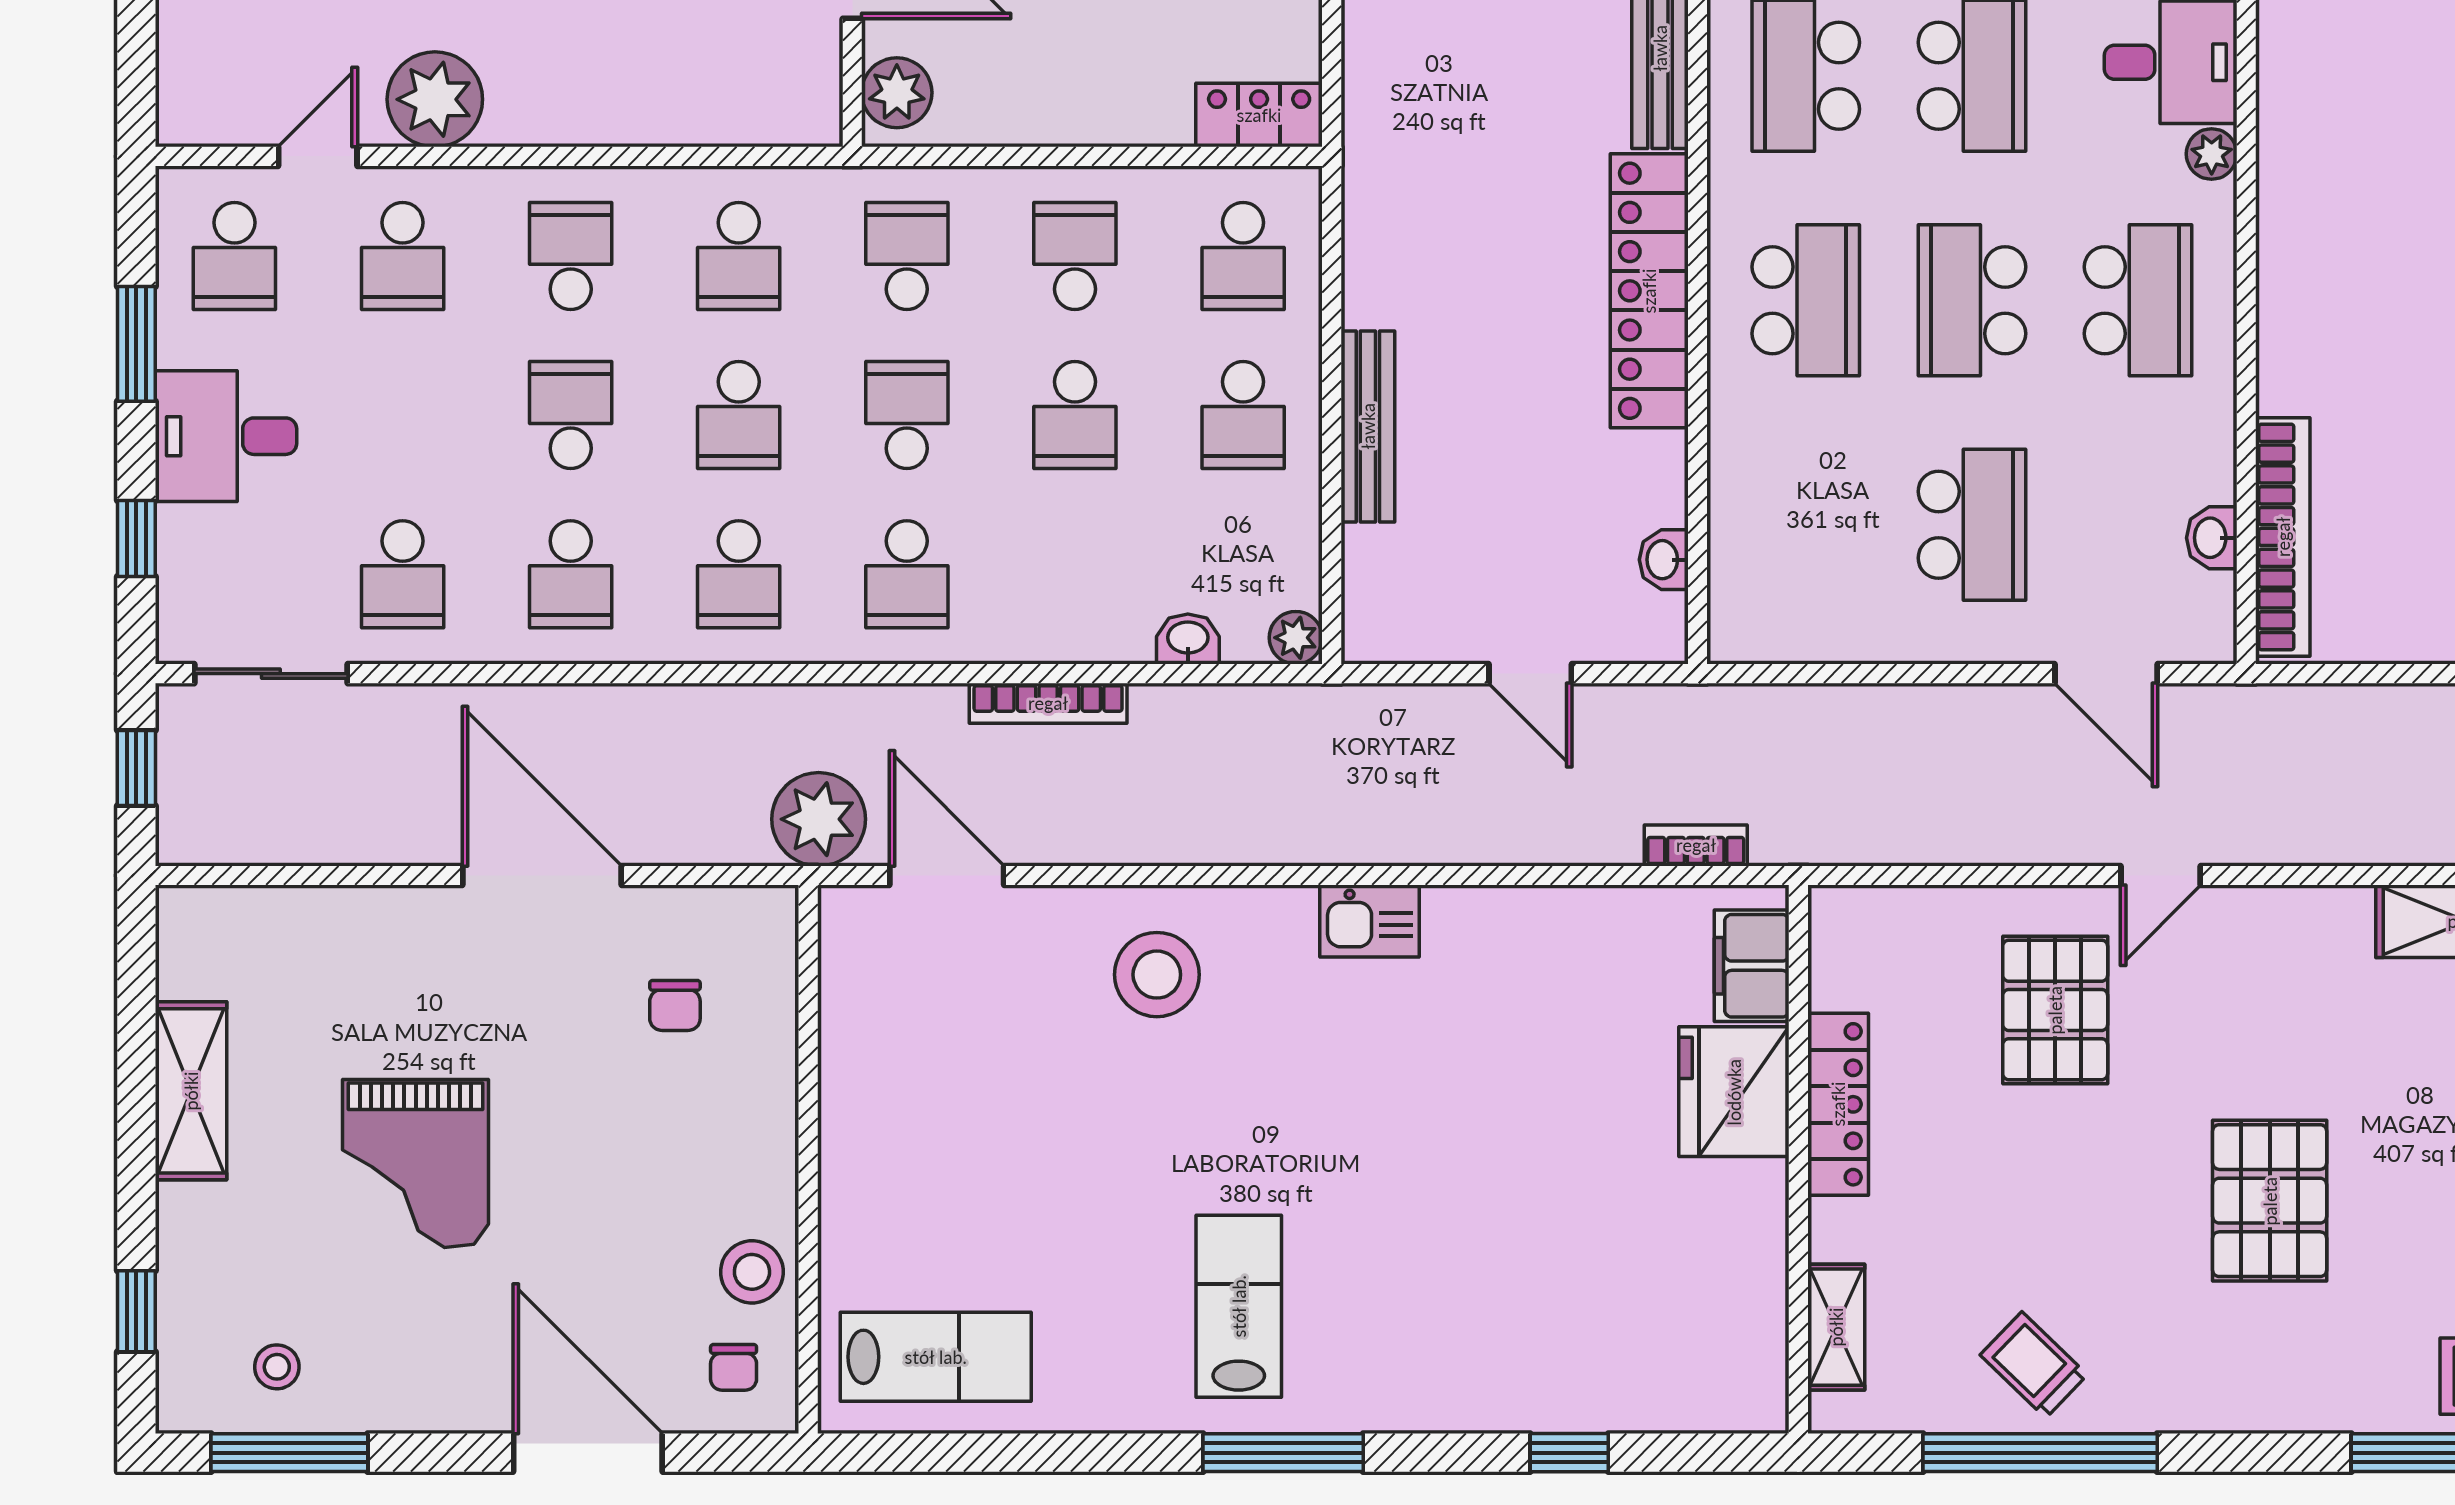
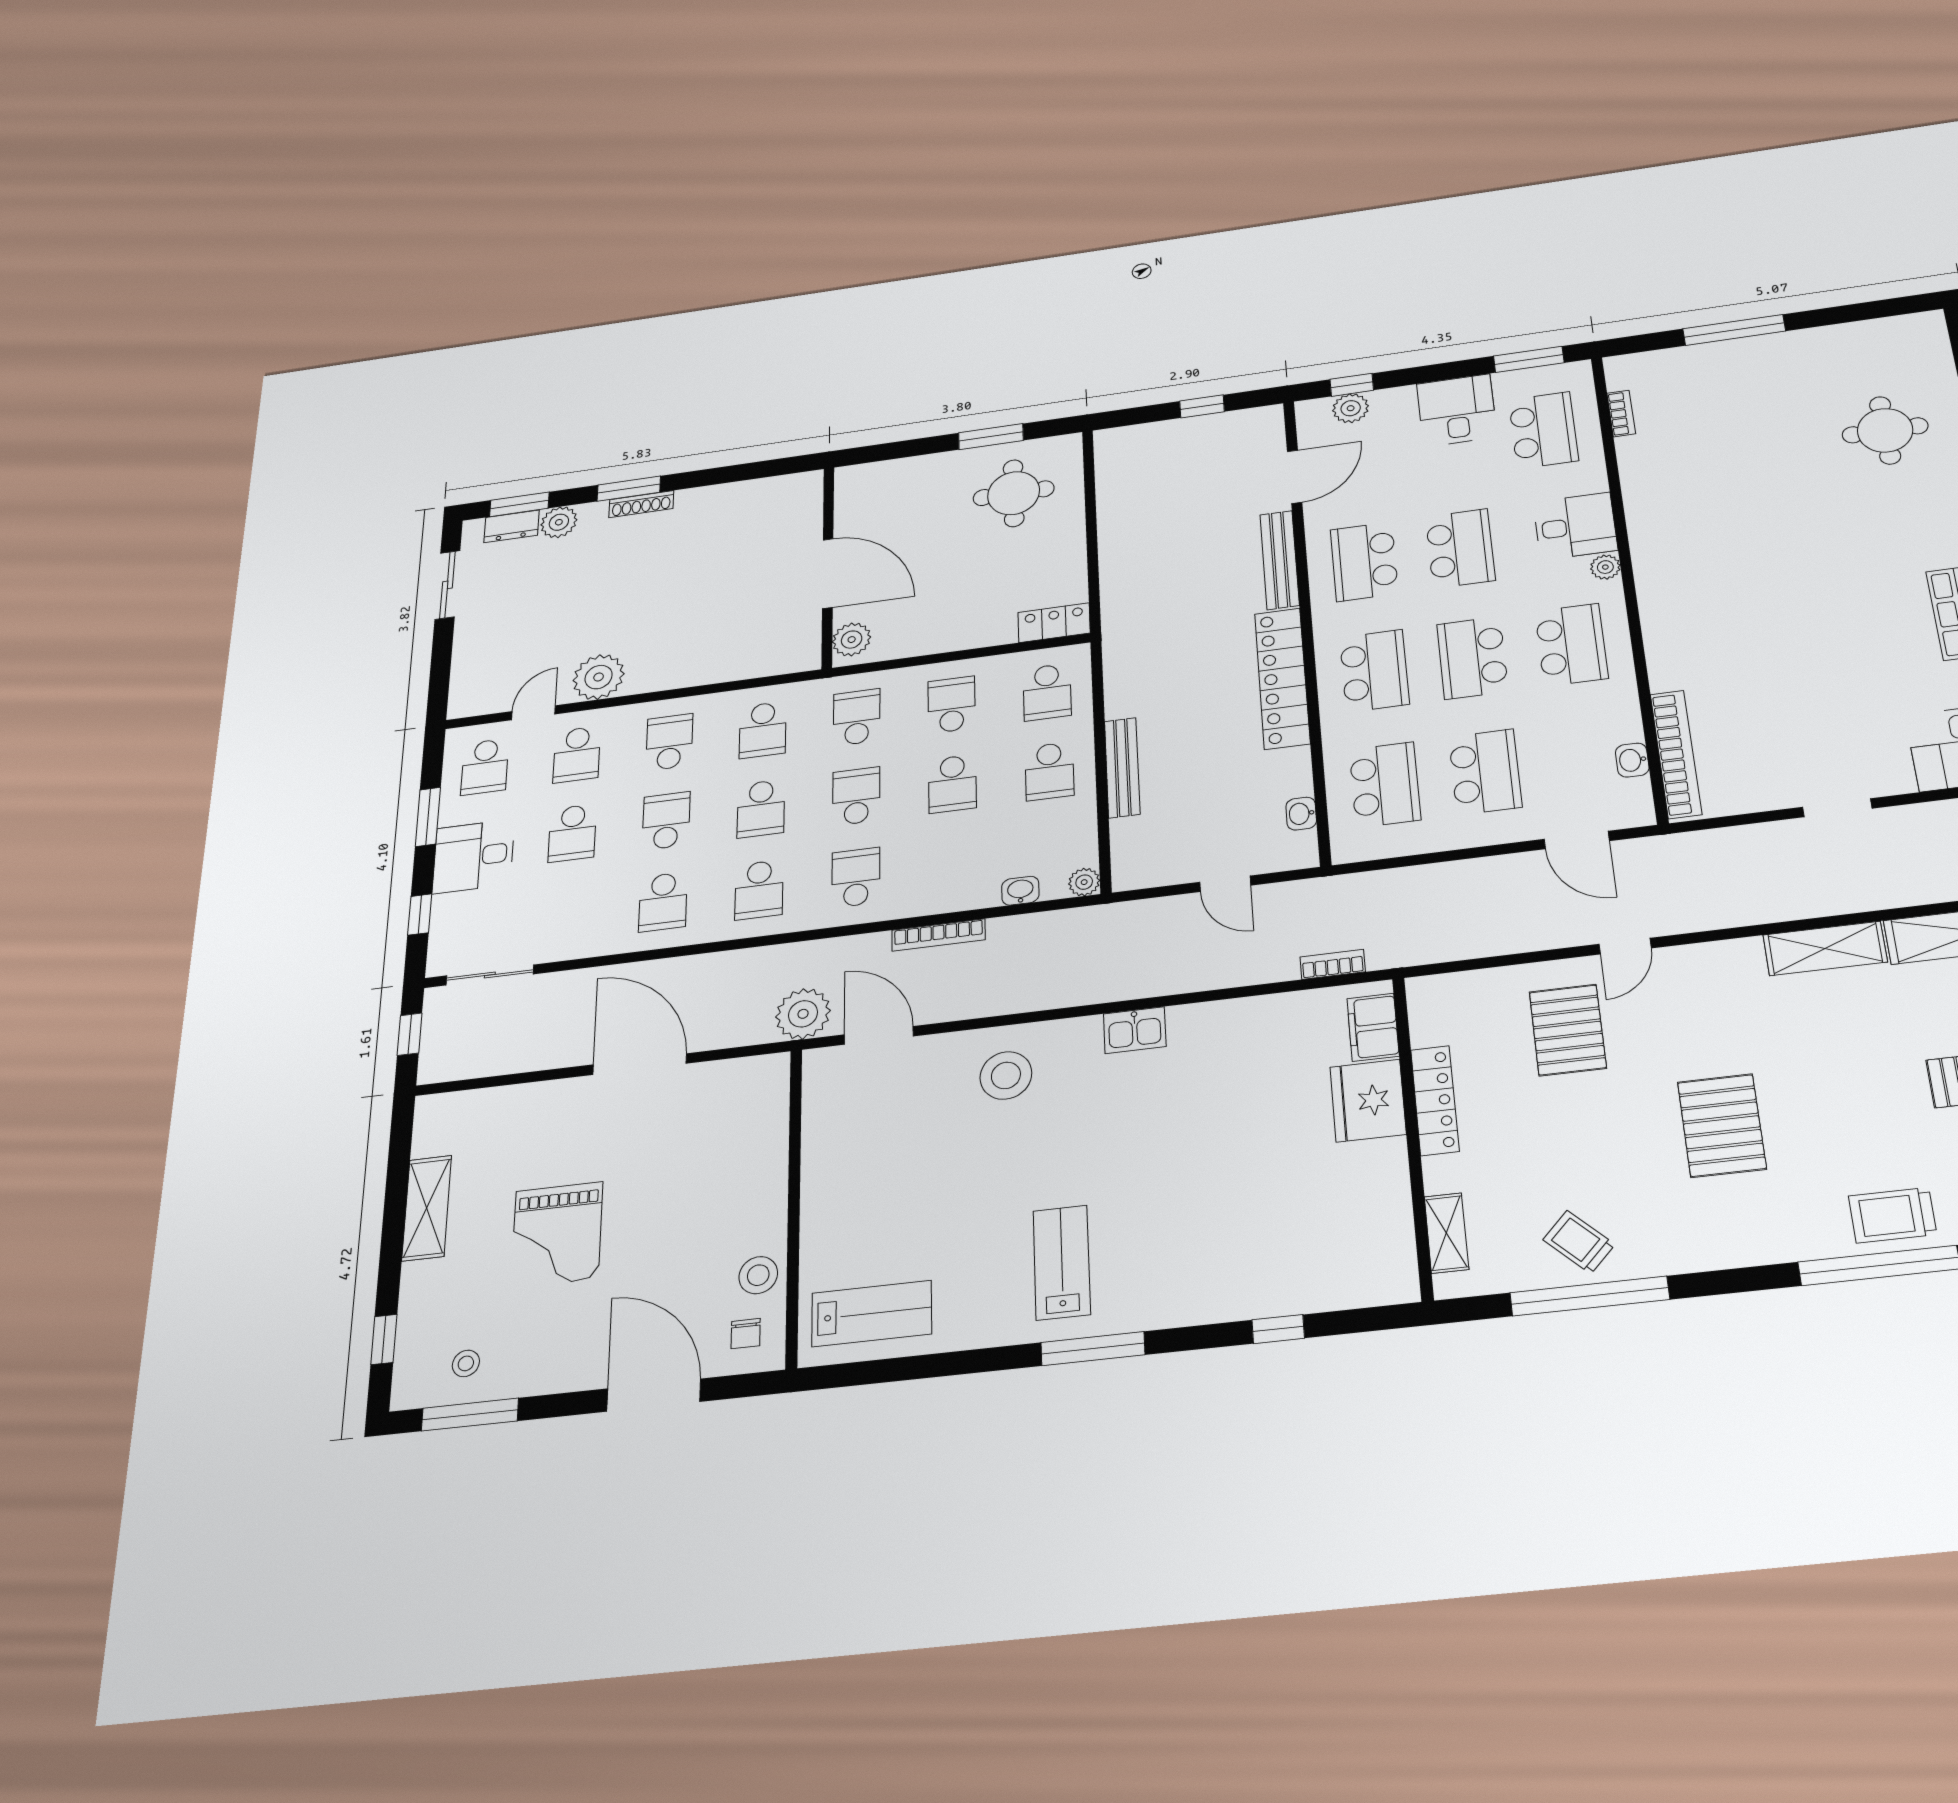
school desk: (1806, 525) -> (1385, 785), added
school desk: (403, 574) -> (572, 833), moved
school desk: (907, 574) -> (856, 877), turned 180
chair: (675, 1005) -> (716, 1127), removed

